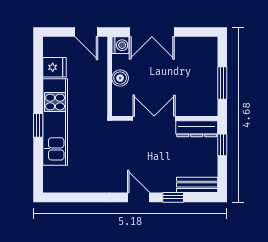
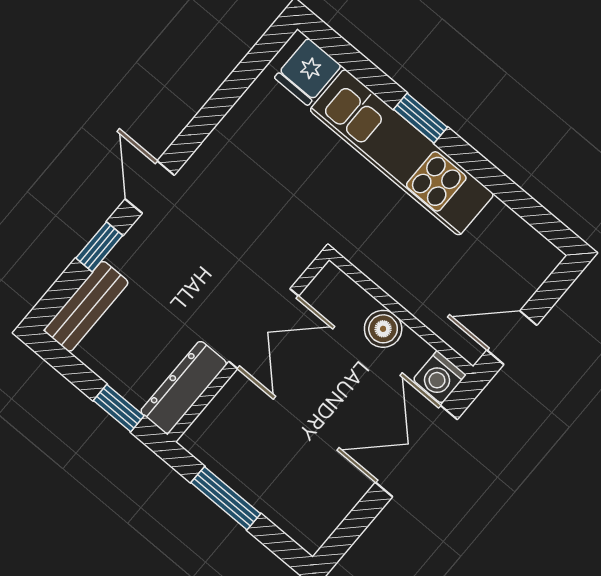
fridge: (54, 67) -> (308, 72), moved
door: (139, 197) -> (150, 187), swing flipped

